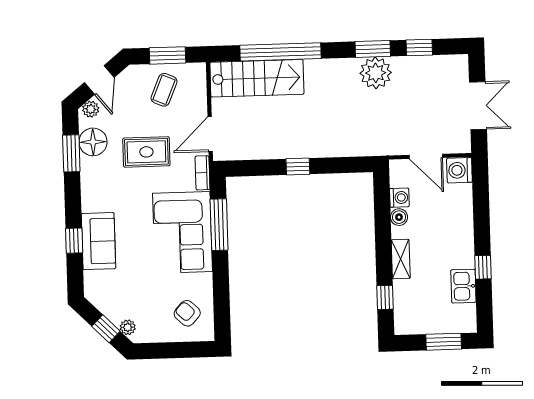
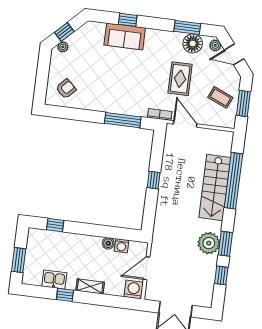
stairs: (257, 78) -> (215, 187), moved
corner sofa: (183, 232) -> (121, 94), removed
shelving: (401, 259) -> (90, 286), moved

